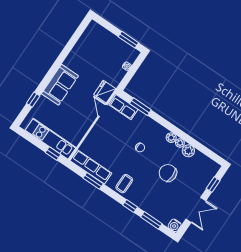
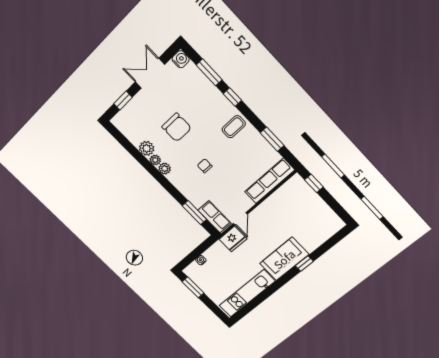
window: (33, 100) -> (304, 264), moved
kitchen unit: (51, 139) -> (247, 293), moved, turned 90
row of seats: (91, 167) -> (270, 181), moved, turned 90

